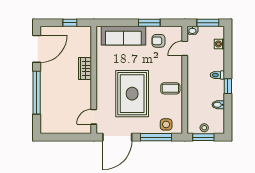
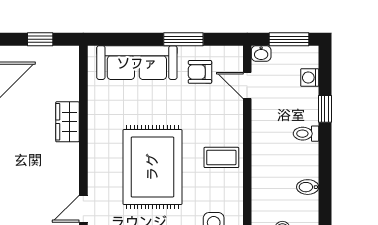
door: (185, 48) -> (247, 85), hinge flipped
window: (228, 86) -> (325, 109), moved

